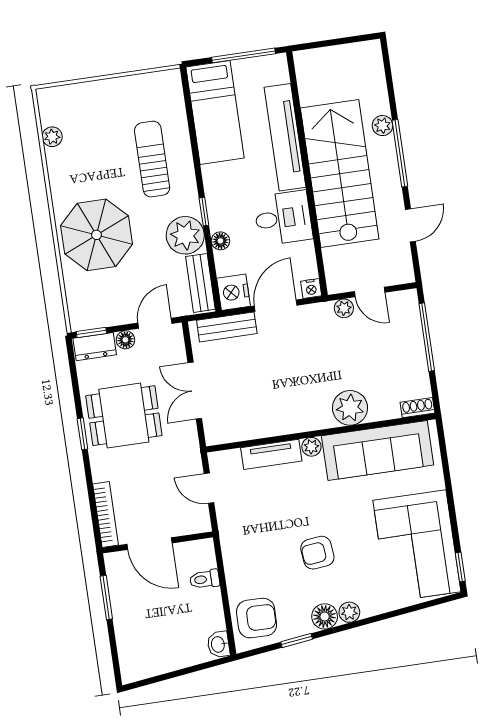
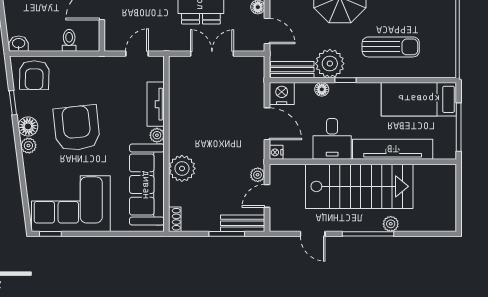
bench: (227, 327) -> (243, 223), moved, turned 90
window: (427, 337) -> (227, 234), width x0.69
armchair: (317, 553) -> (77, 128), width x1.88, depth x1.88

